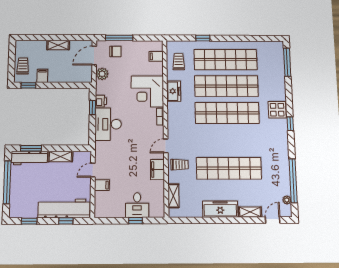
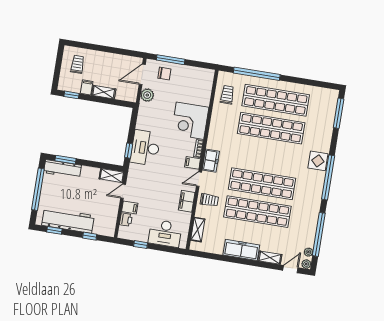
window: (203, 38) -> (257, 74), width x3.17
shelving: (58, 45) -> (104, 92), moved
filing cabinet: (156, 56) -> (193, 163), moved
trolley: (23, 66) -> (77, 64), moved
freezer: (174, 91) -> (211, 161), moved
printer: (101, 101) -> (126, 220), moved
window: (92, 107) -> (129, 151), moved
shop shelf: (227, 113) -> (262, 184), moved
window: (290, 124) -> (328, 177), width x3.17
shelving: (60, 157) -> (112, 176), moved
desk: (137, 205) -> (165, 233), width x1.37
workbench: (64, 208) -> (68, 220), moved
plant: (287, 212) -> (306, 264), added
window: (136, 221) -> (141, 245), moved

